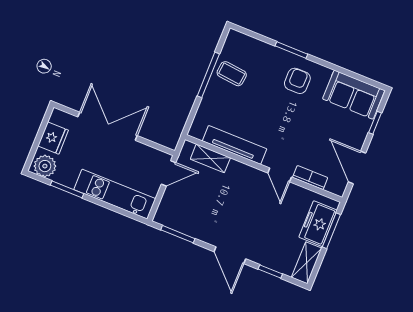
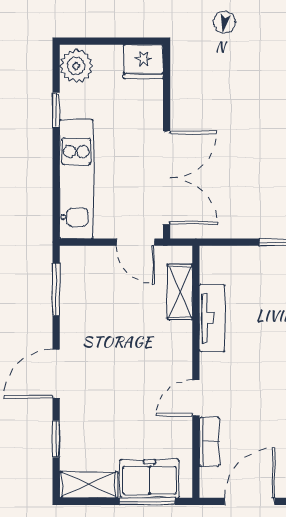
double door: (107, 126) -> (167, 178), moved
fridge: (53, 138) -> (143, 62), moved
tv unit: (235, 145) -> (212, 318), width x0.71
window: (67, 189) -> (56, 110), width x0.67

